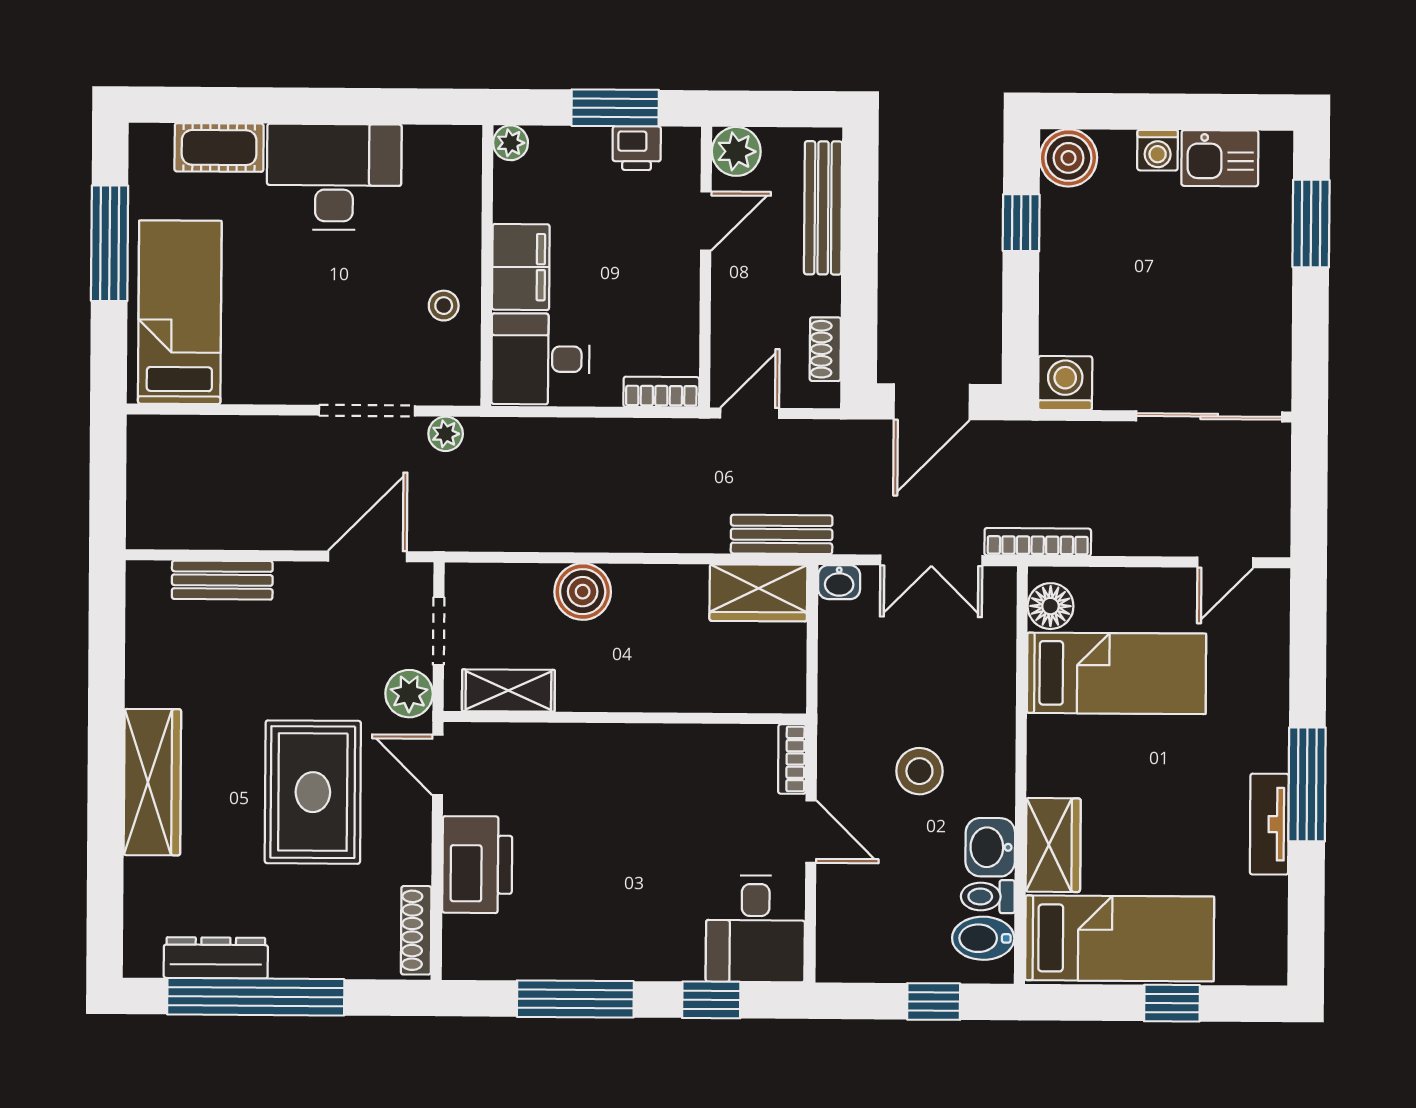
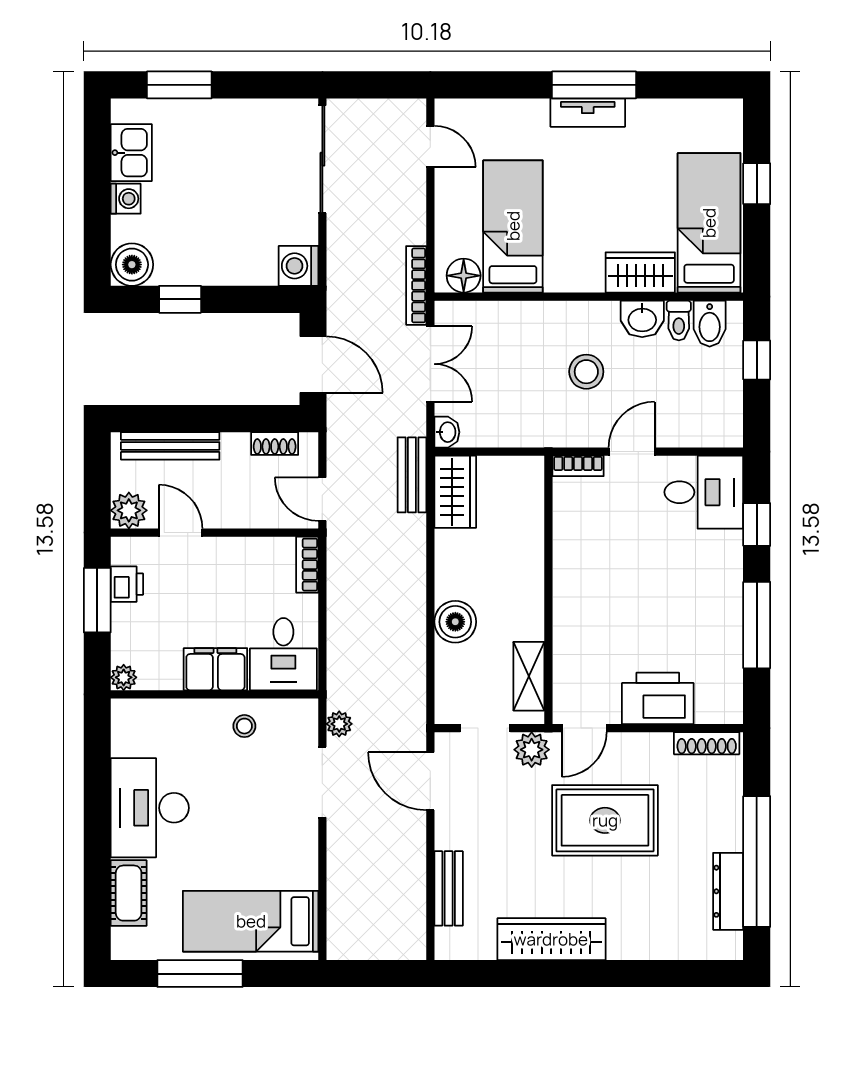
wardrobe: (152, 782) -> (551, 939), moved
tv unit: (1269, 824) -> (588, 113), moved

